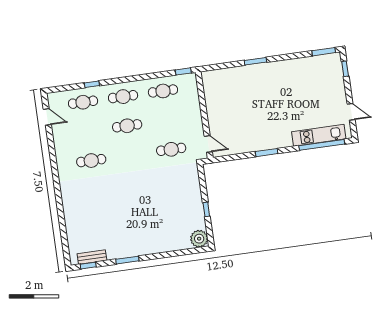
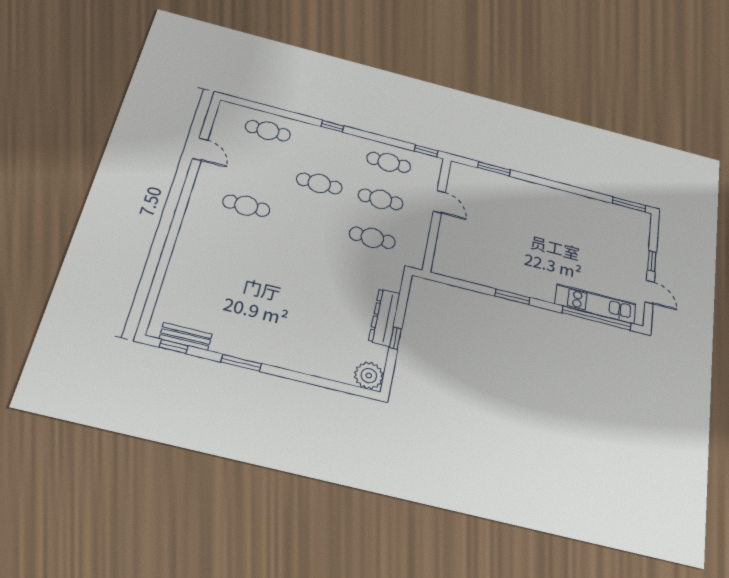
window: (255, 61) -> (494, 169), moved
window: (345, 69) -> (652, 261), moved
window: (92, 84) -> (332, 126), moved
cafe table: (123, 97) -> (381, 199), moved
door: (47, 117) -> (200, 149), moved
door: (208, 144) -> (439, 202), moved
dresser: (196, 199) -> (384, 317), added

